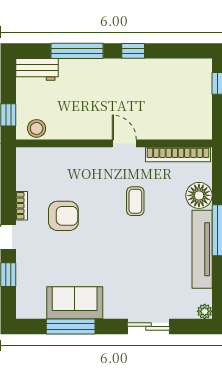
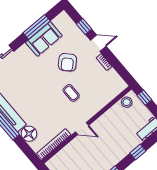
window: (77, 51) -> (138, 152), width x0.46
coffee table: (135, 201) -> (71, 93), moved
armchair: (63, 216) -> (67, 62), moved, turned -44

